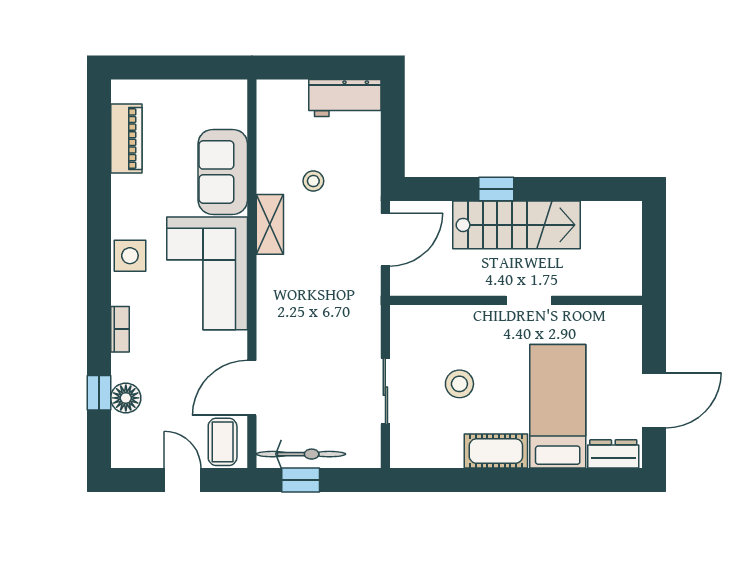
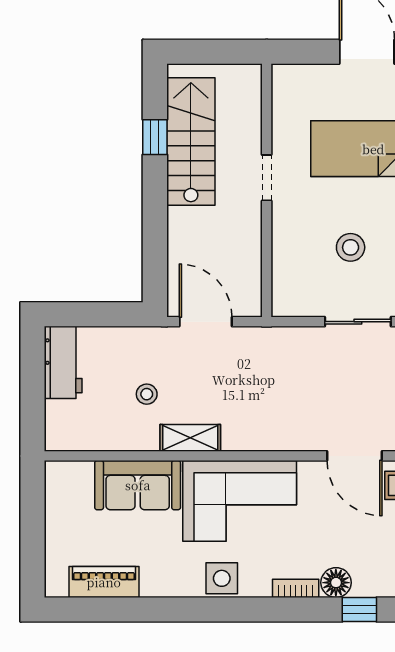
window: (496, 189) -> (155, 137), moved
stairs: (516, 225) -> (191, 141), moved
floor lamp: (126, 398) -> (336, 583), moved

